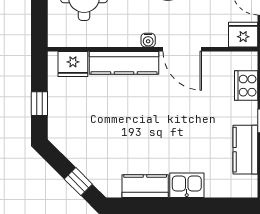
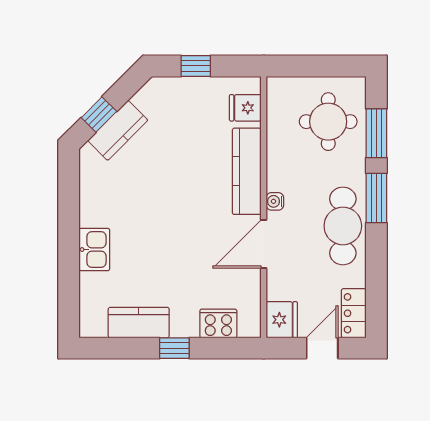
fridge: (73, 64) -> (245, 108), width x0.72
kitchen counter: (145, 186) -> (118, 130), moved, turned 45

